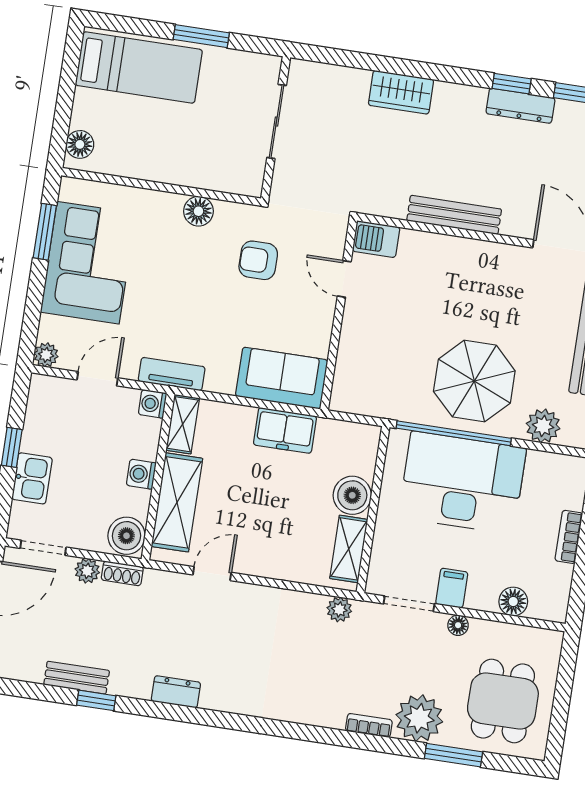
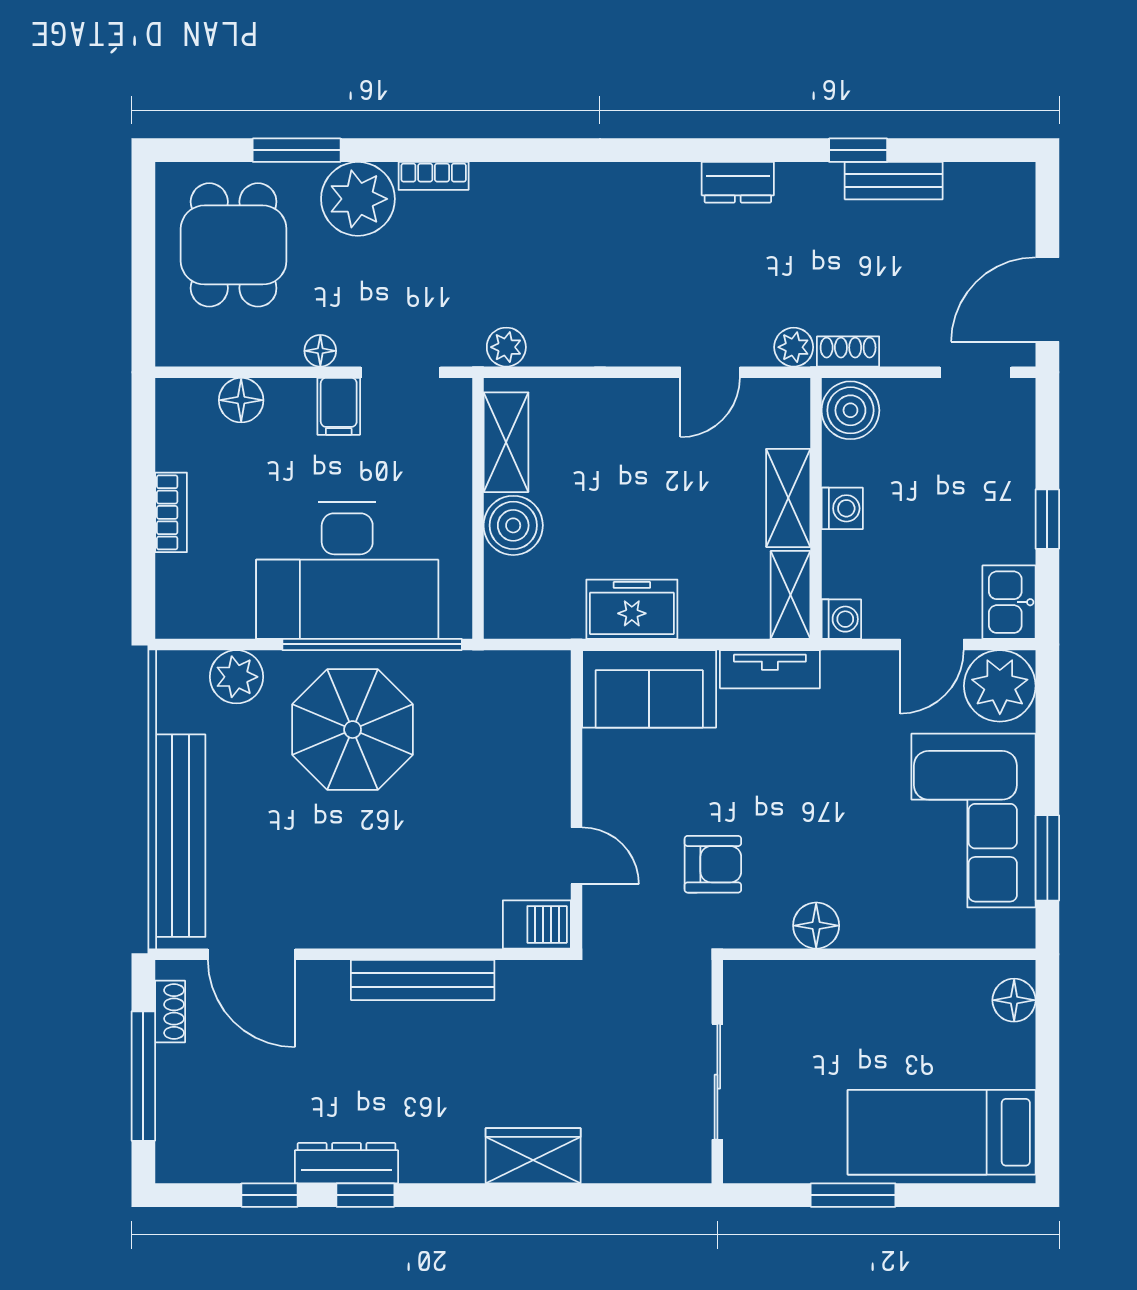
plant: (46, 355) -> (1000, 686), width x1.87, depth x1.87
tv unit: (172, 374) -> (770, 669), moved
kitchen sink: (32, 478) -> (1009, 602), moved
shelving: (177, 502) -> (788, 498), width x0.67, depth x0.75
plant: (87, 571) -> (794, 347), moved

